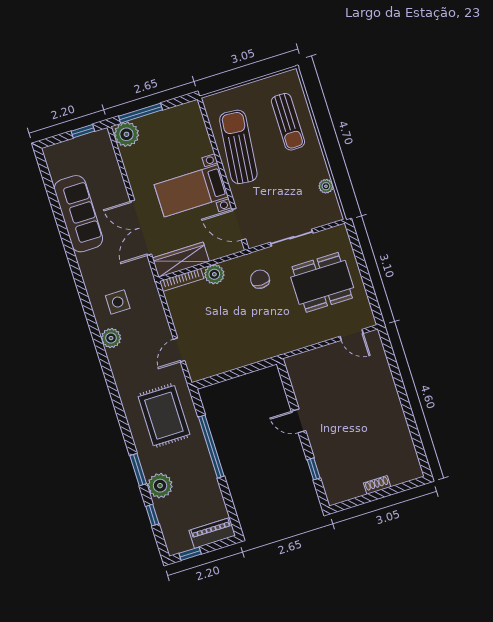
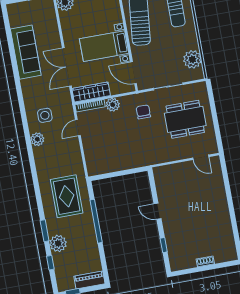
plant: (326, 186) -> (192, 59), width x1.87, depth x1.87
door: (179, 350) -> (78, 128), moved

